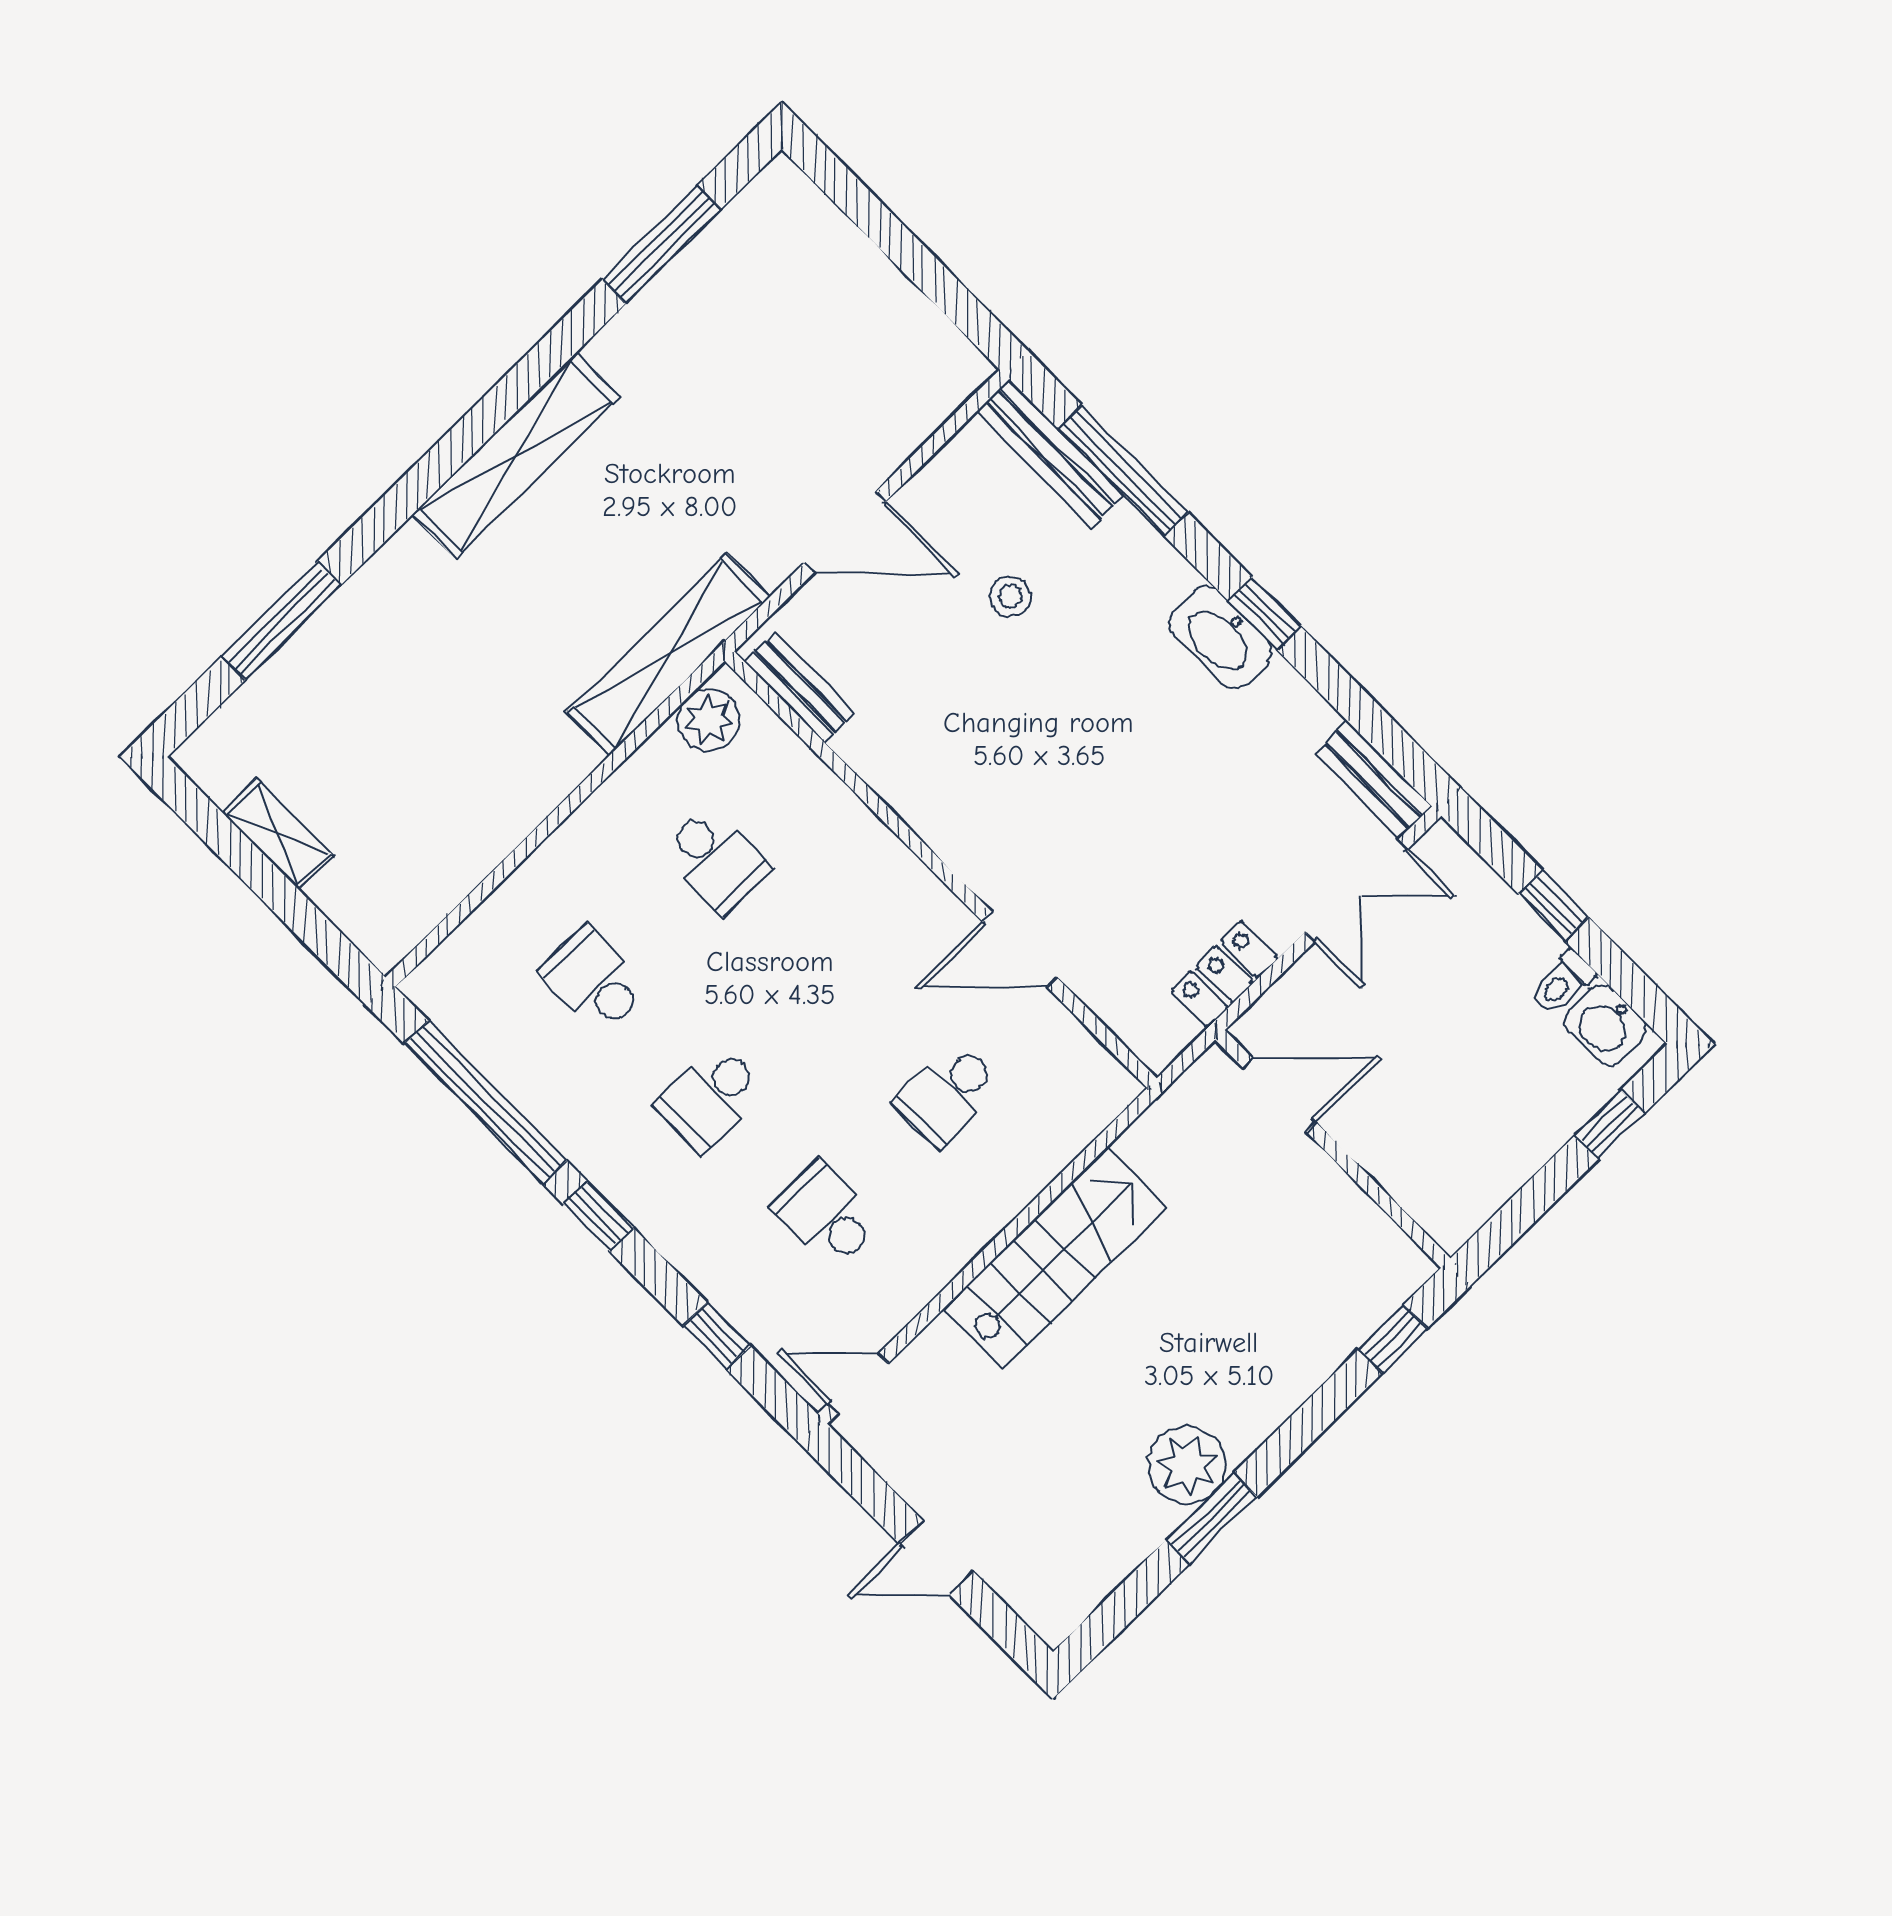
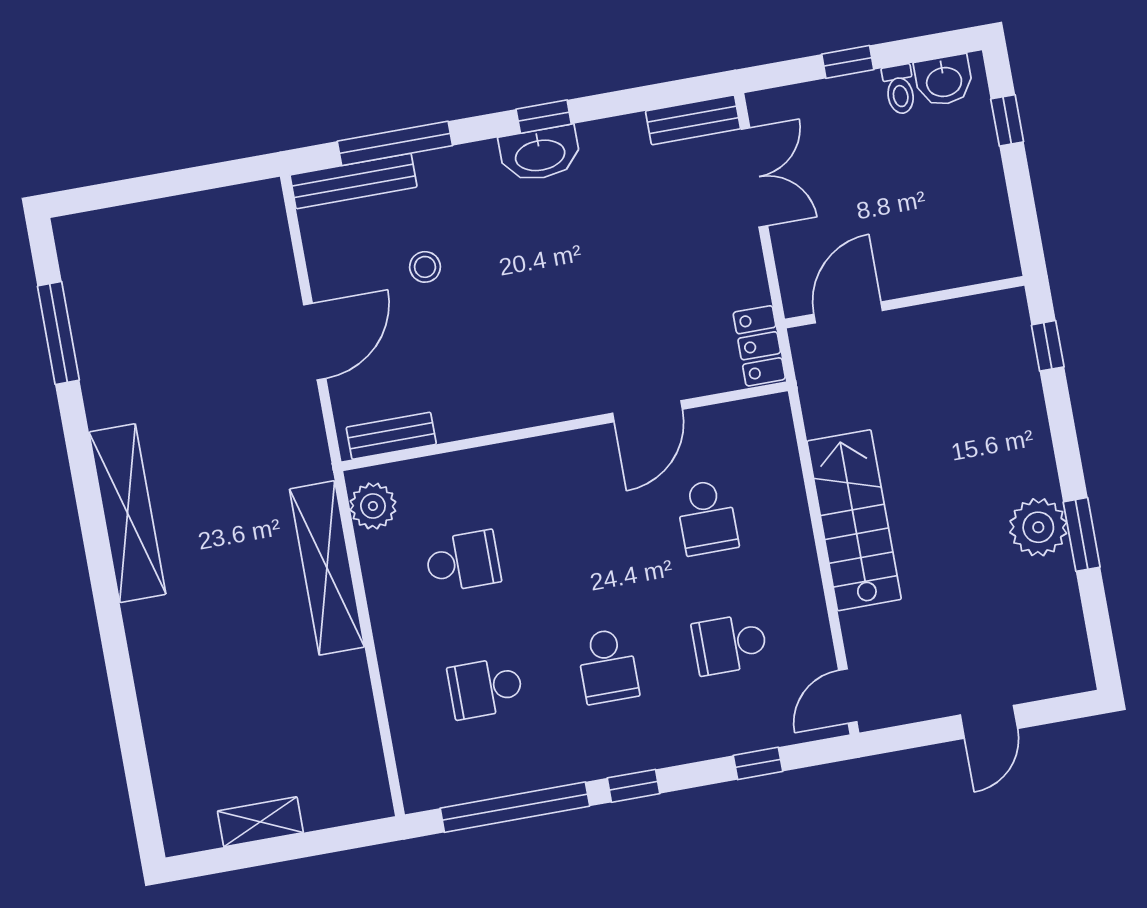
window: (282, 620) -> (130, 728), removed
shelving: (668, 654) -> (327, 568), moved
locker: (1224, 974) -> (759, 346), moved

